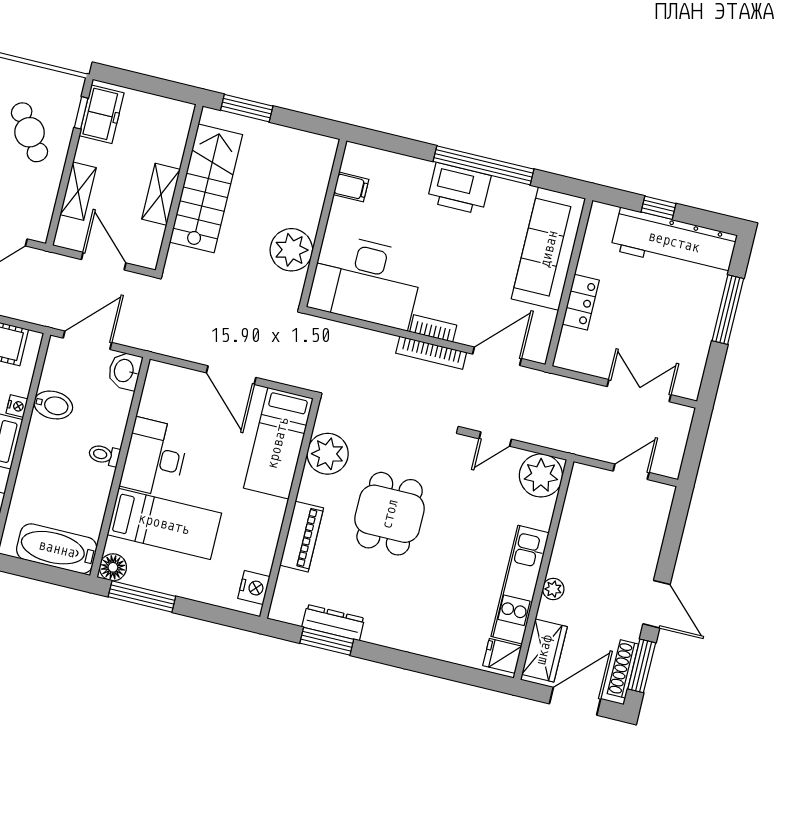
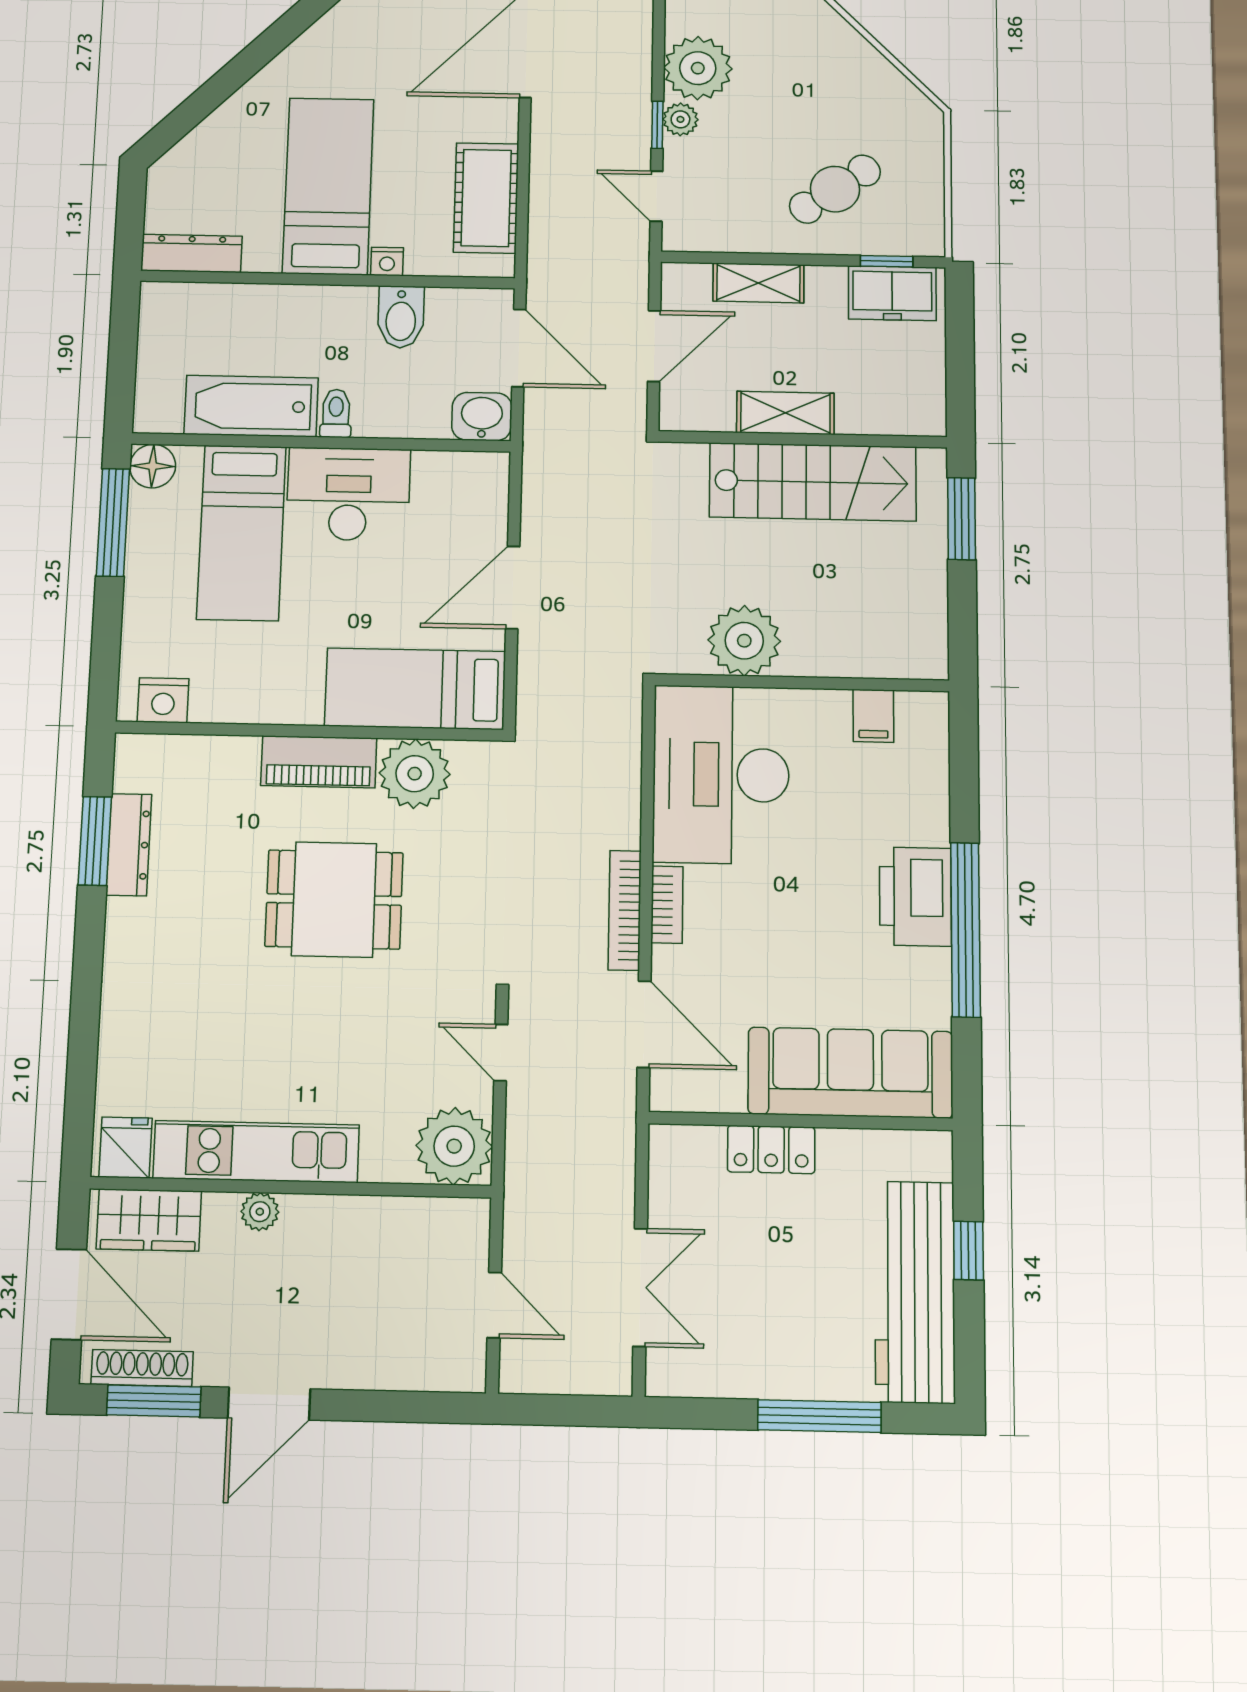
piano: (302, 537) -> (319, 762), moved
bathtub: (57, 549) -> (251, 406), moved, turned -90

